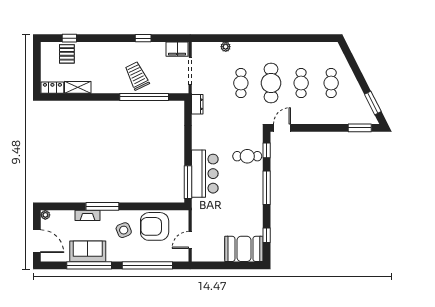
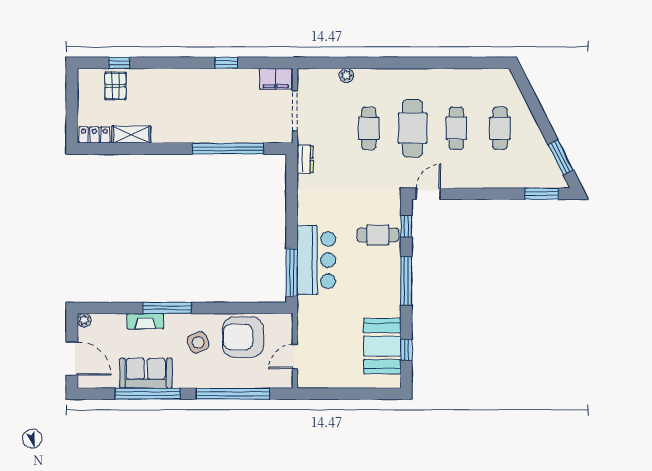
trolley: (137, 76) -> (217, 118), removed
booth: (244, 249) -> (382, 346), moved, turned 90

